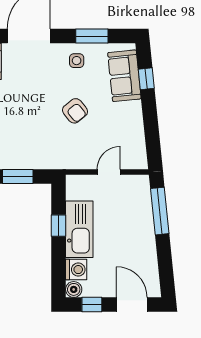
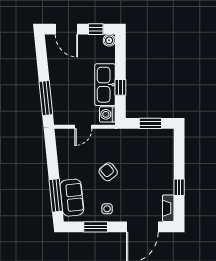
window: (146, 79) -> (56, 195), width x2.17
washing machine: (76, 270) -> (107, 114), moved

